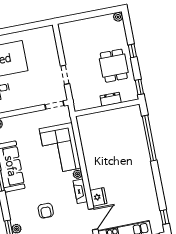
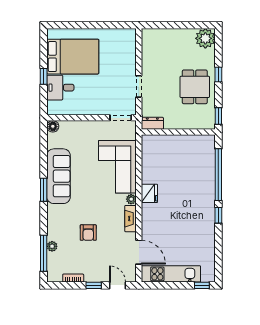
plant: (118, 17) -> (205, 38), width x1.88, depth x1.88
dresser: (111, 99) -> (152, 123), moved
fridge: (98, 197) -> (149, 193), moved
window: (165, 217) -> (218, 215), moved
door: (93, 219) -> (139, 252), hinge flipped

